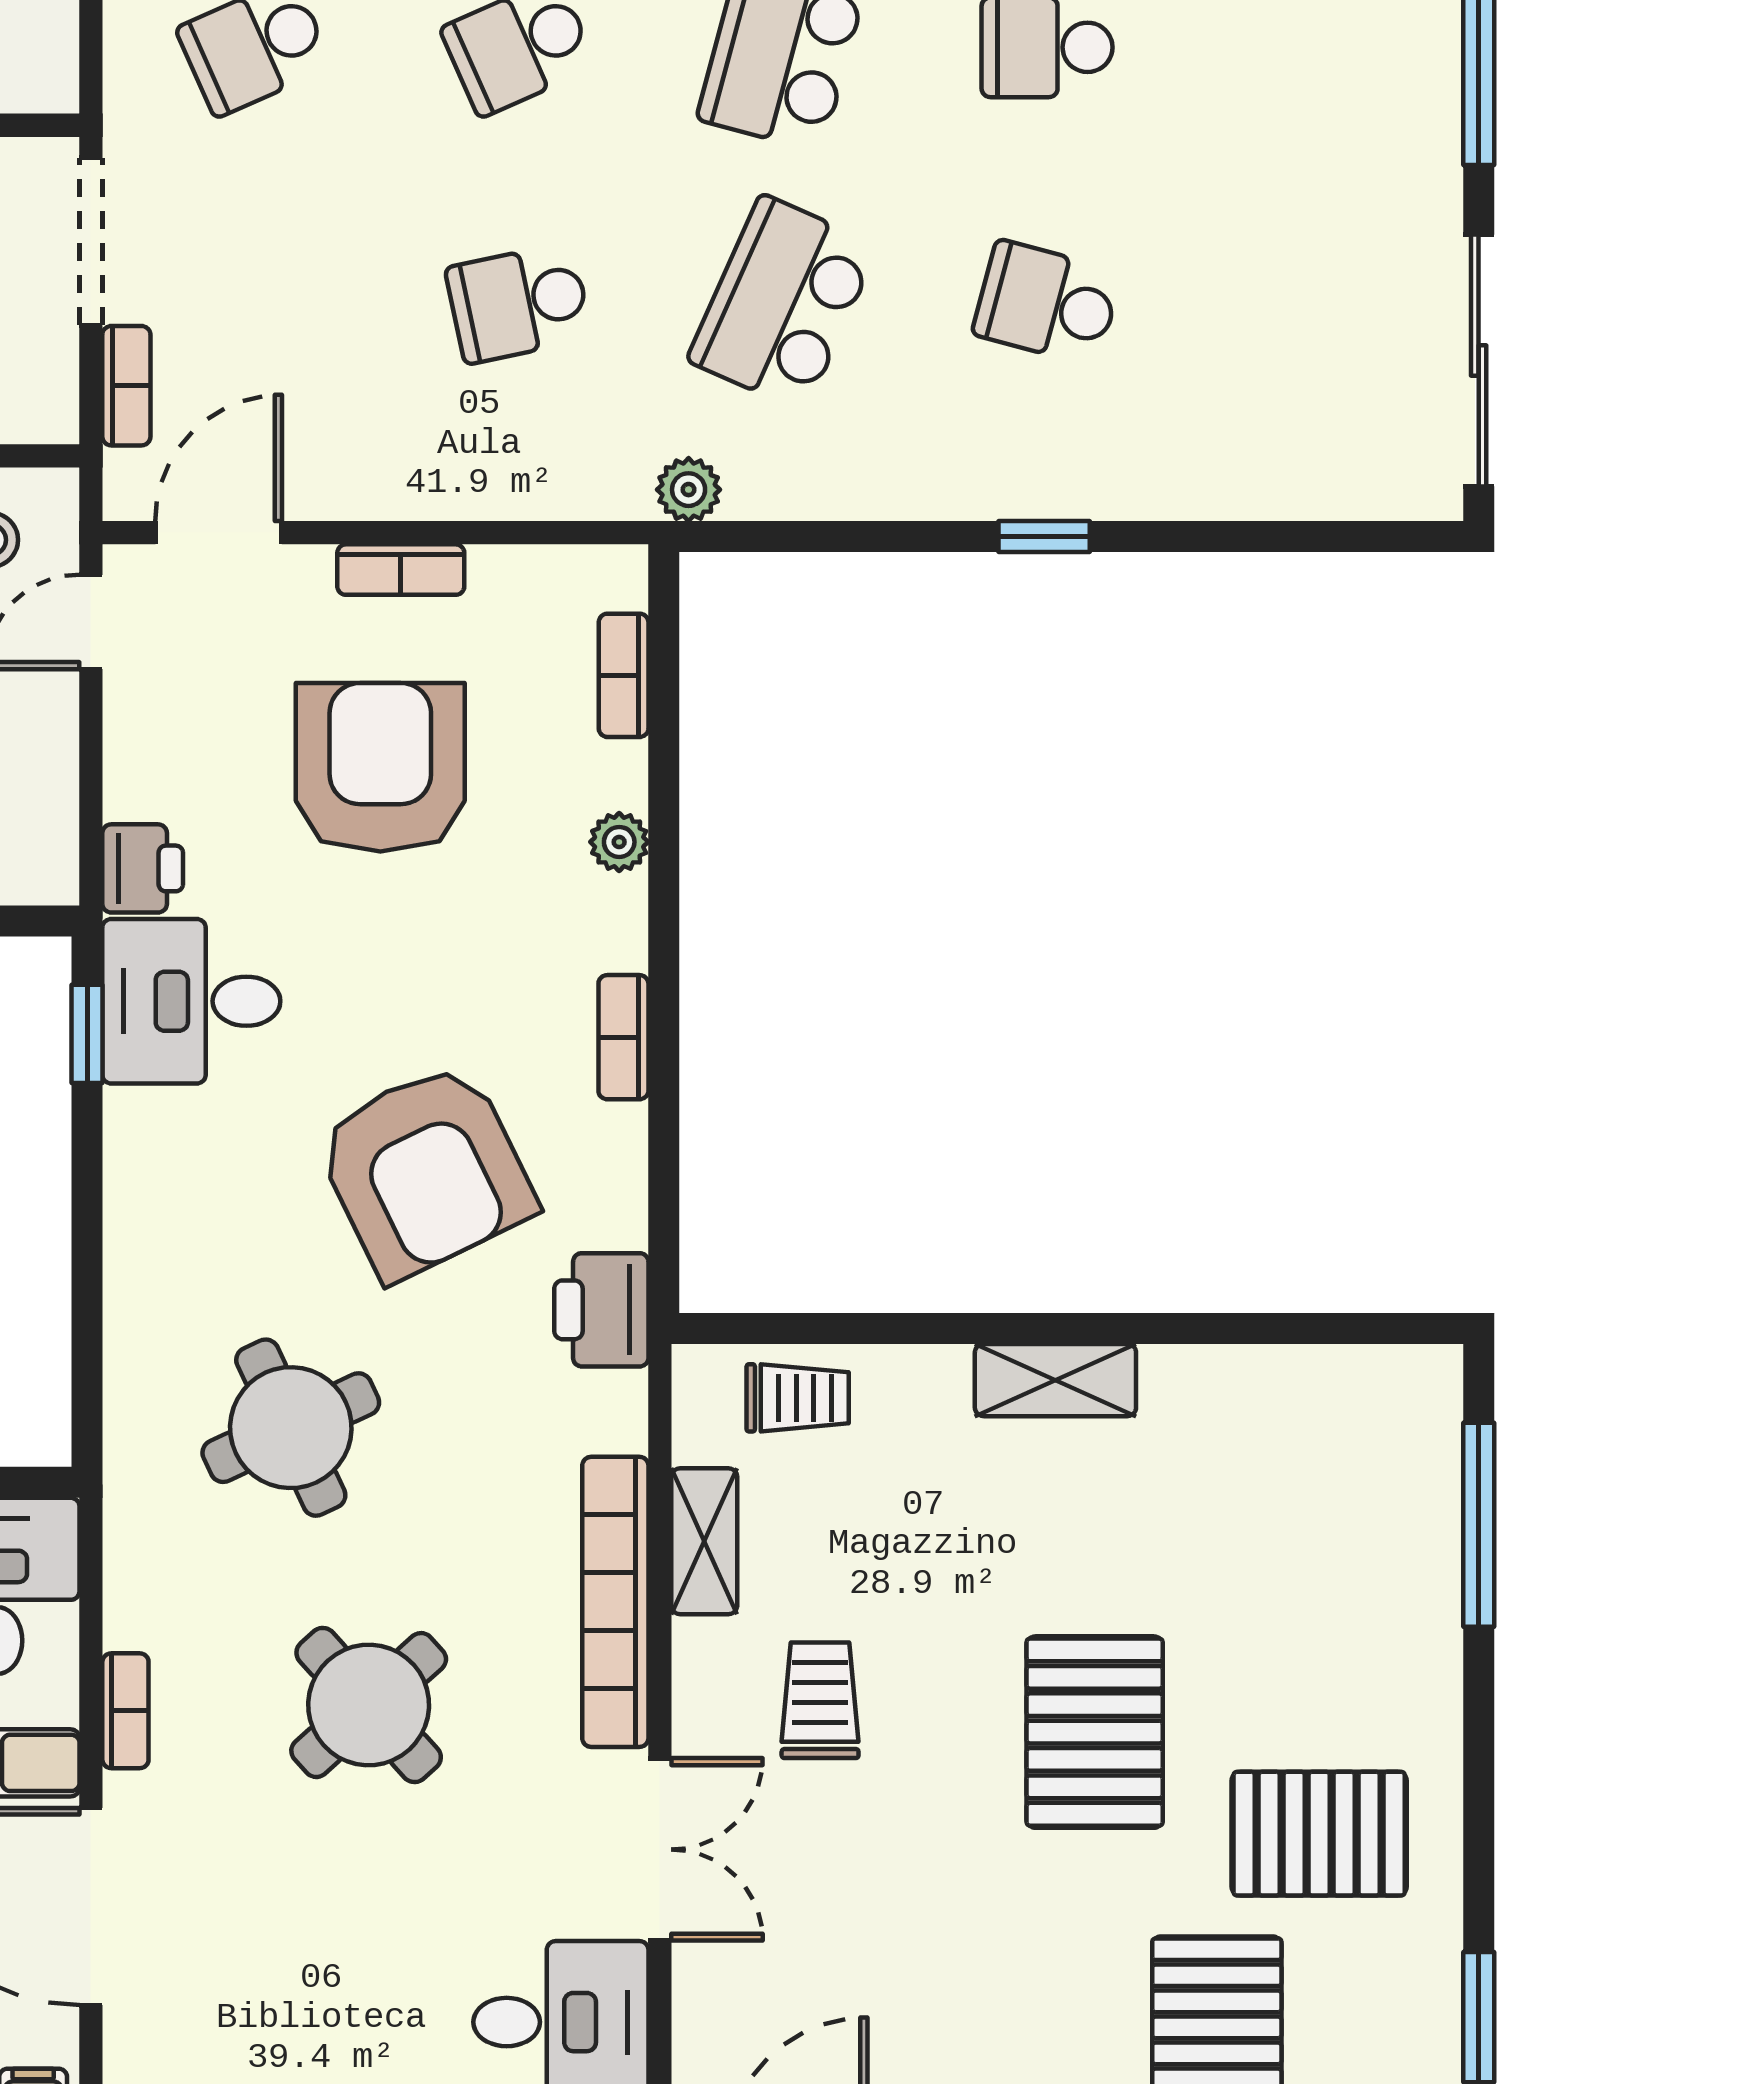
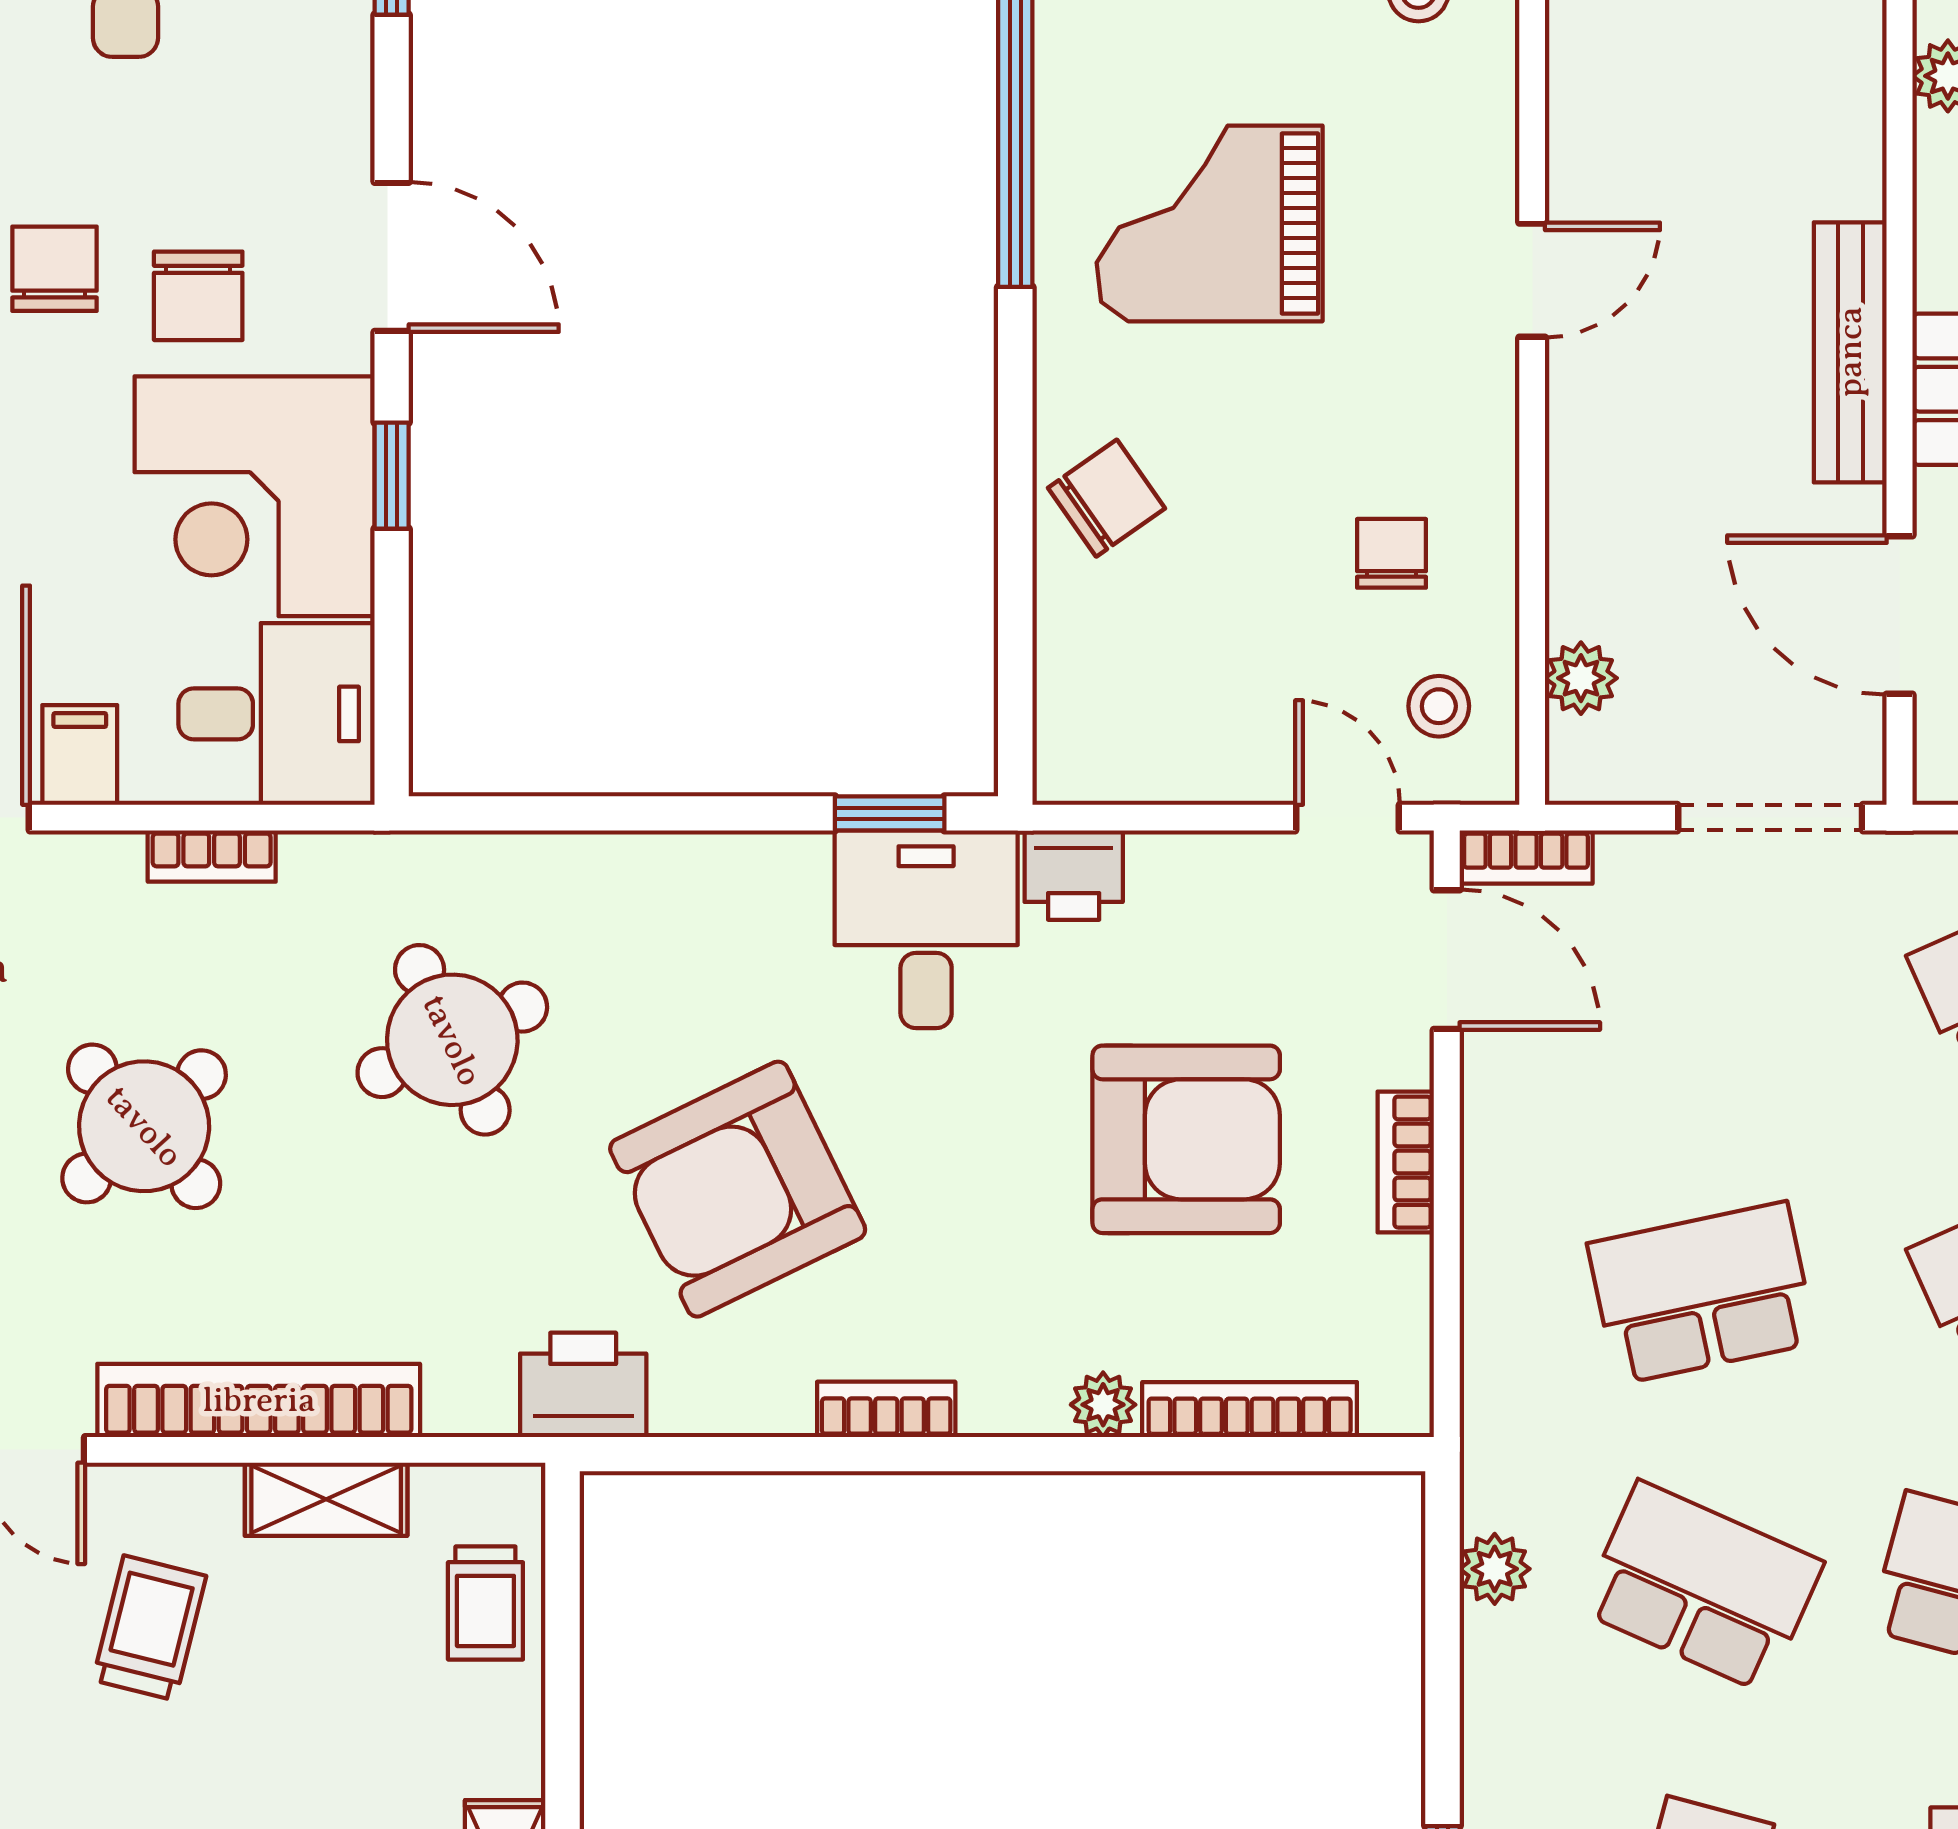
school desk: (519, 303) -> (1702, 1293), width x1.85
bookcase: (126, 386) -> (1526, 857), moved
plant: (689, 490) -> (1495, 1569), moved
bookcase: (624, 675) -> (1250, 1410), width x1.56
trolley: (820, 1700) -> (149, 1628), turned -76
bookcase: (125, 1711) -> (212, 856), moved

